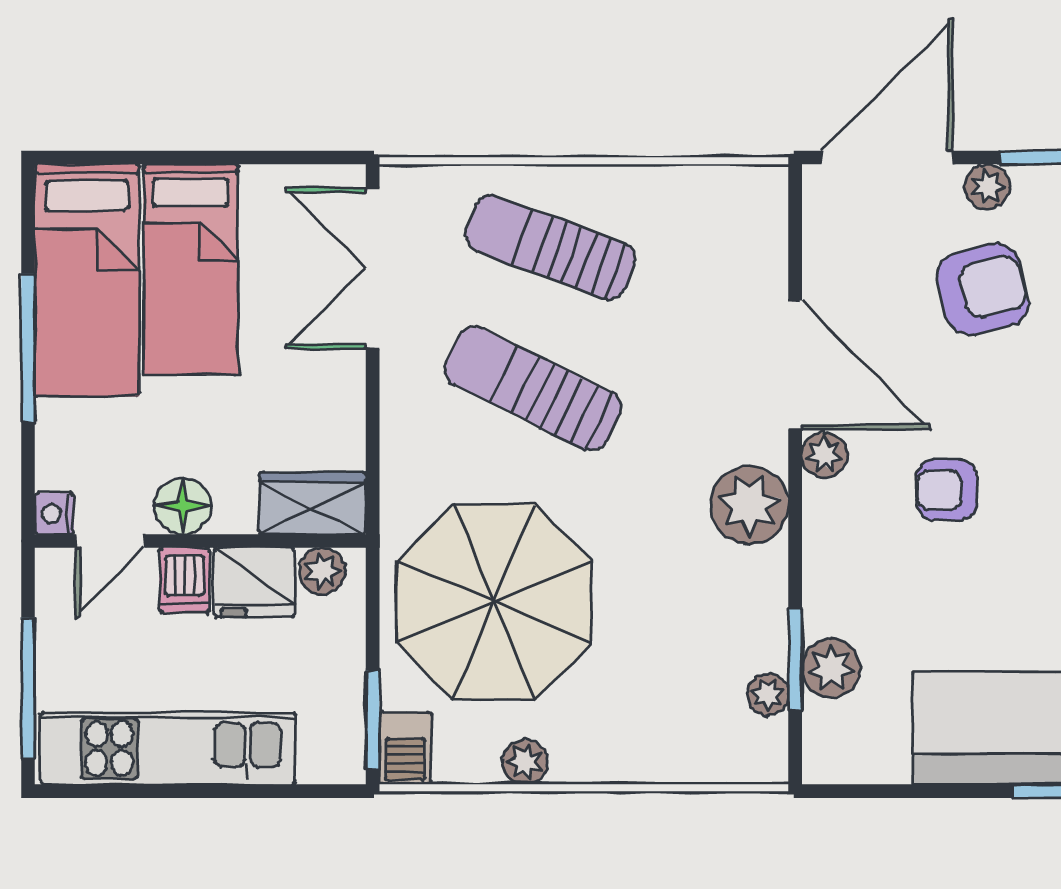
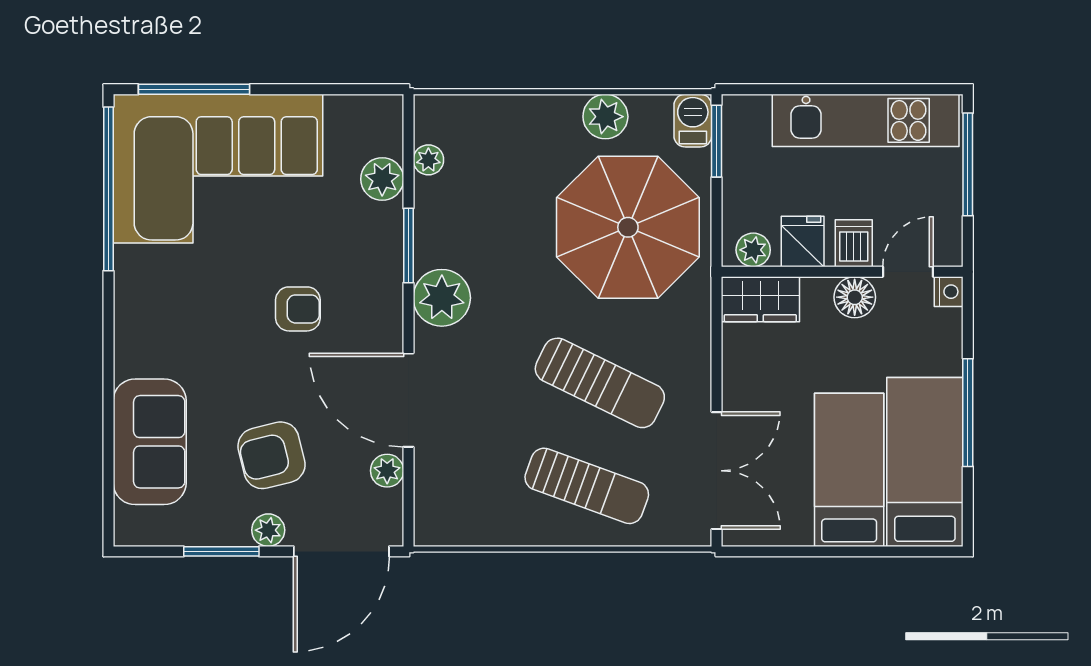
plant: (824, 455) -> (387, 471), moved
fridge: (254, 582) -> (803, 242), width x0.72
window: (795, 659) -> (408, 246), moved
plant: (525, 762) -> (605, 117), width x1.38, depth x1.38

